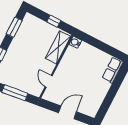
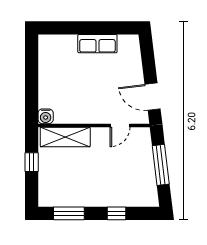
row of seats: (113, 70) -> (97, 44), moved
door: (67, 112) -> (153, 97), moved

